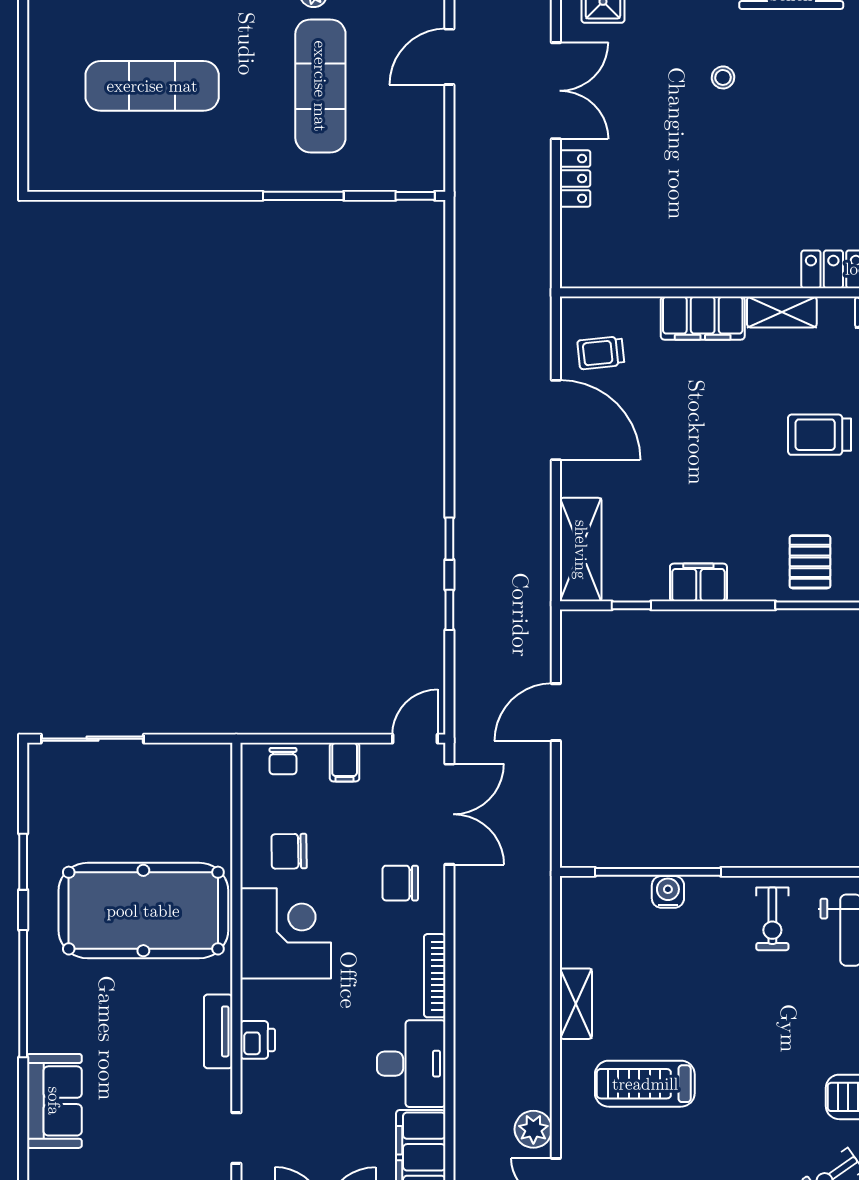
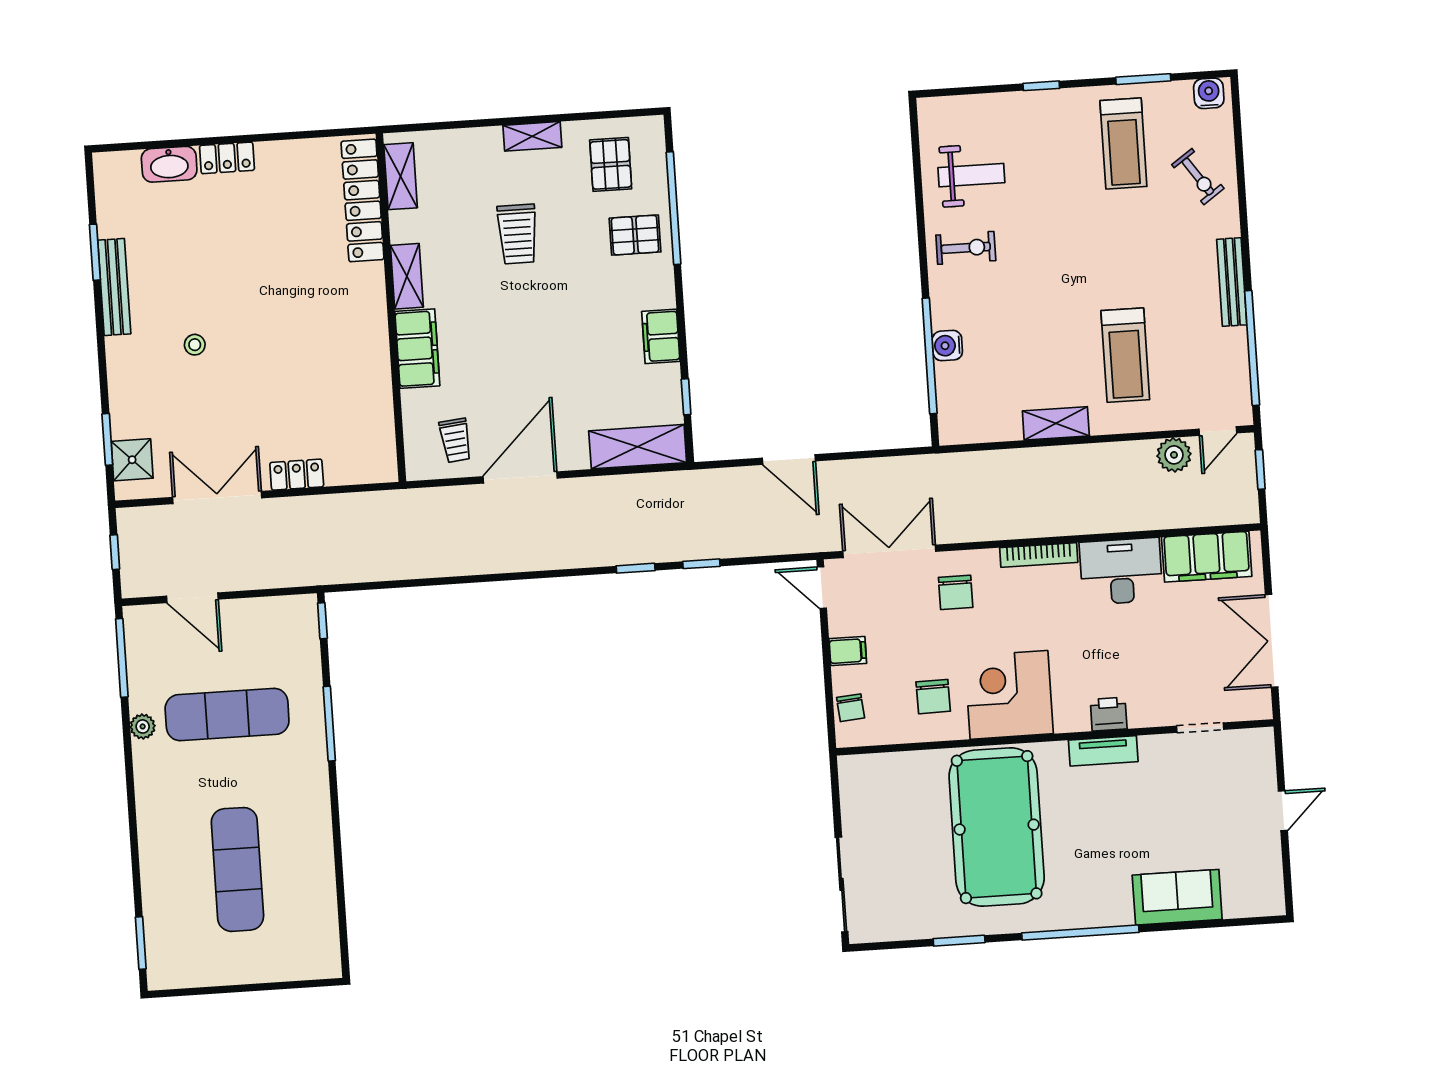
chair: (283, 761) -> (851, 708), turned 85

